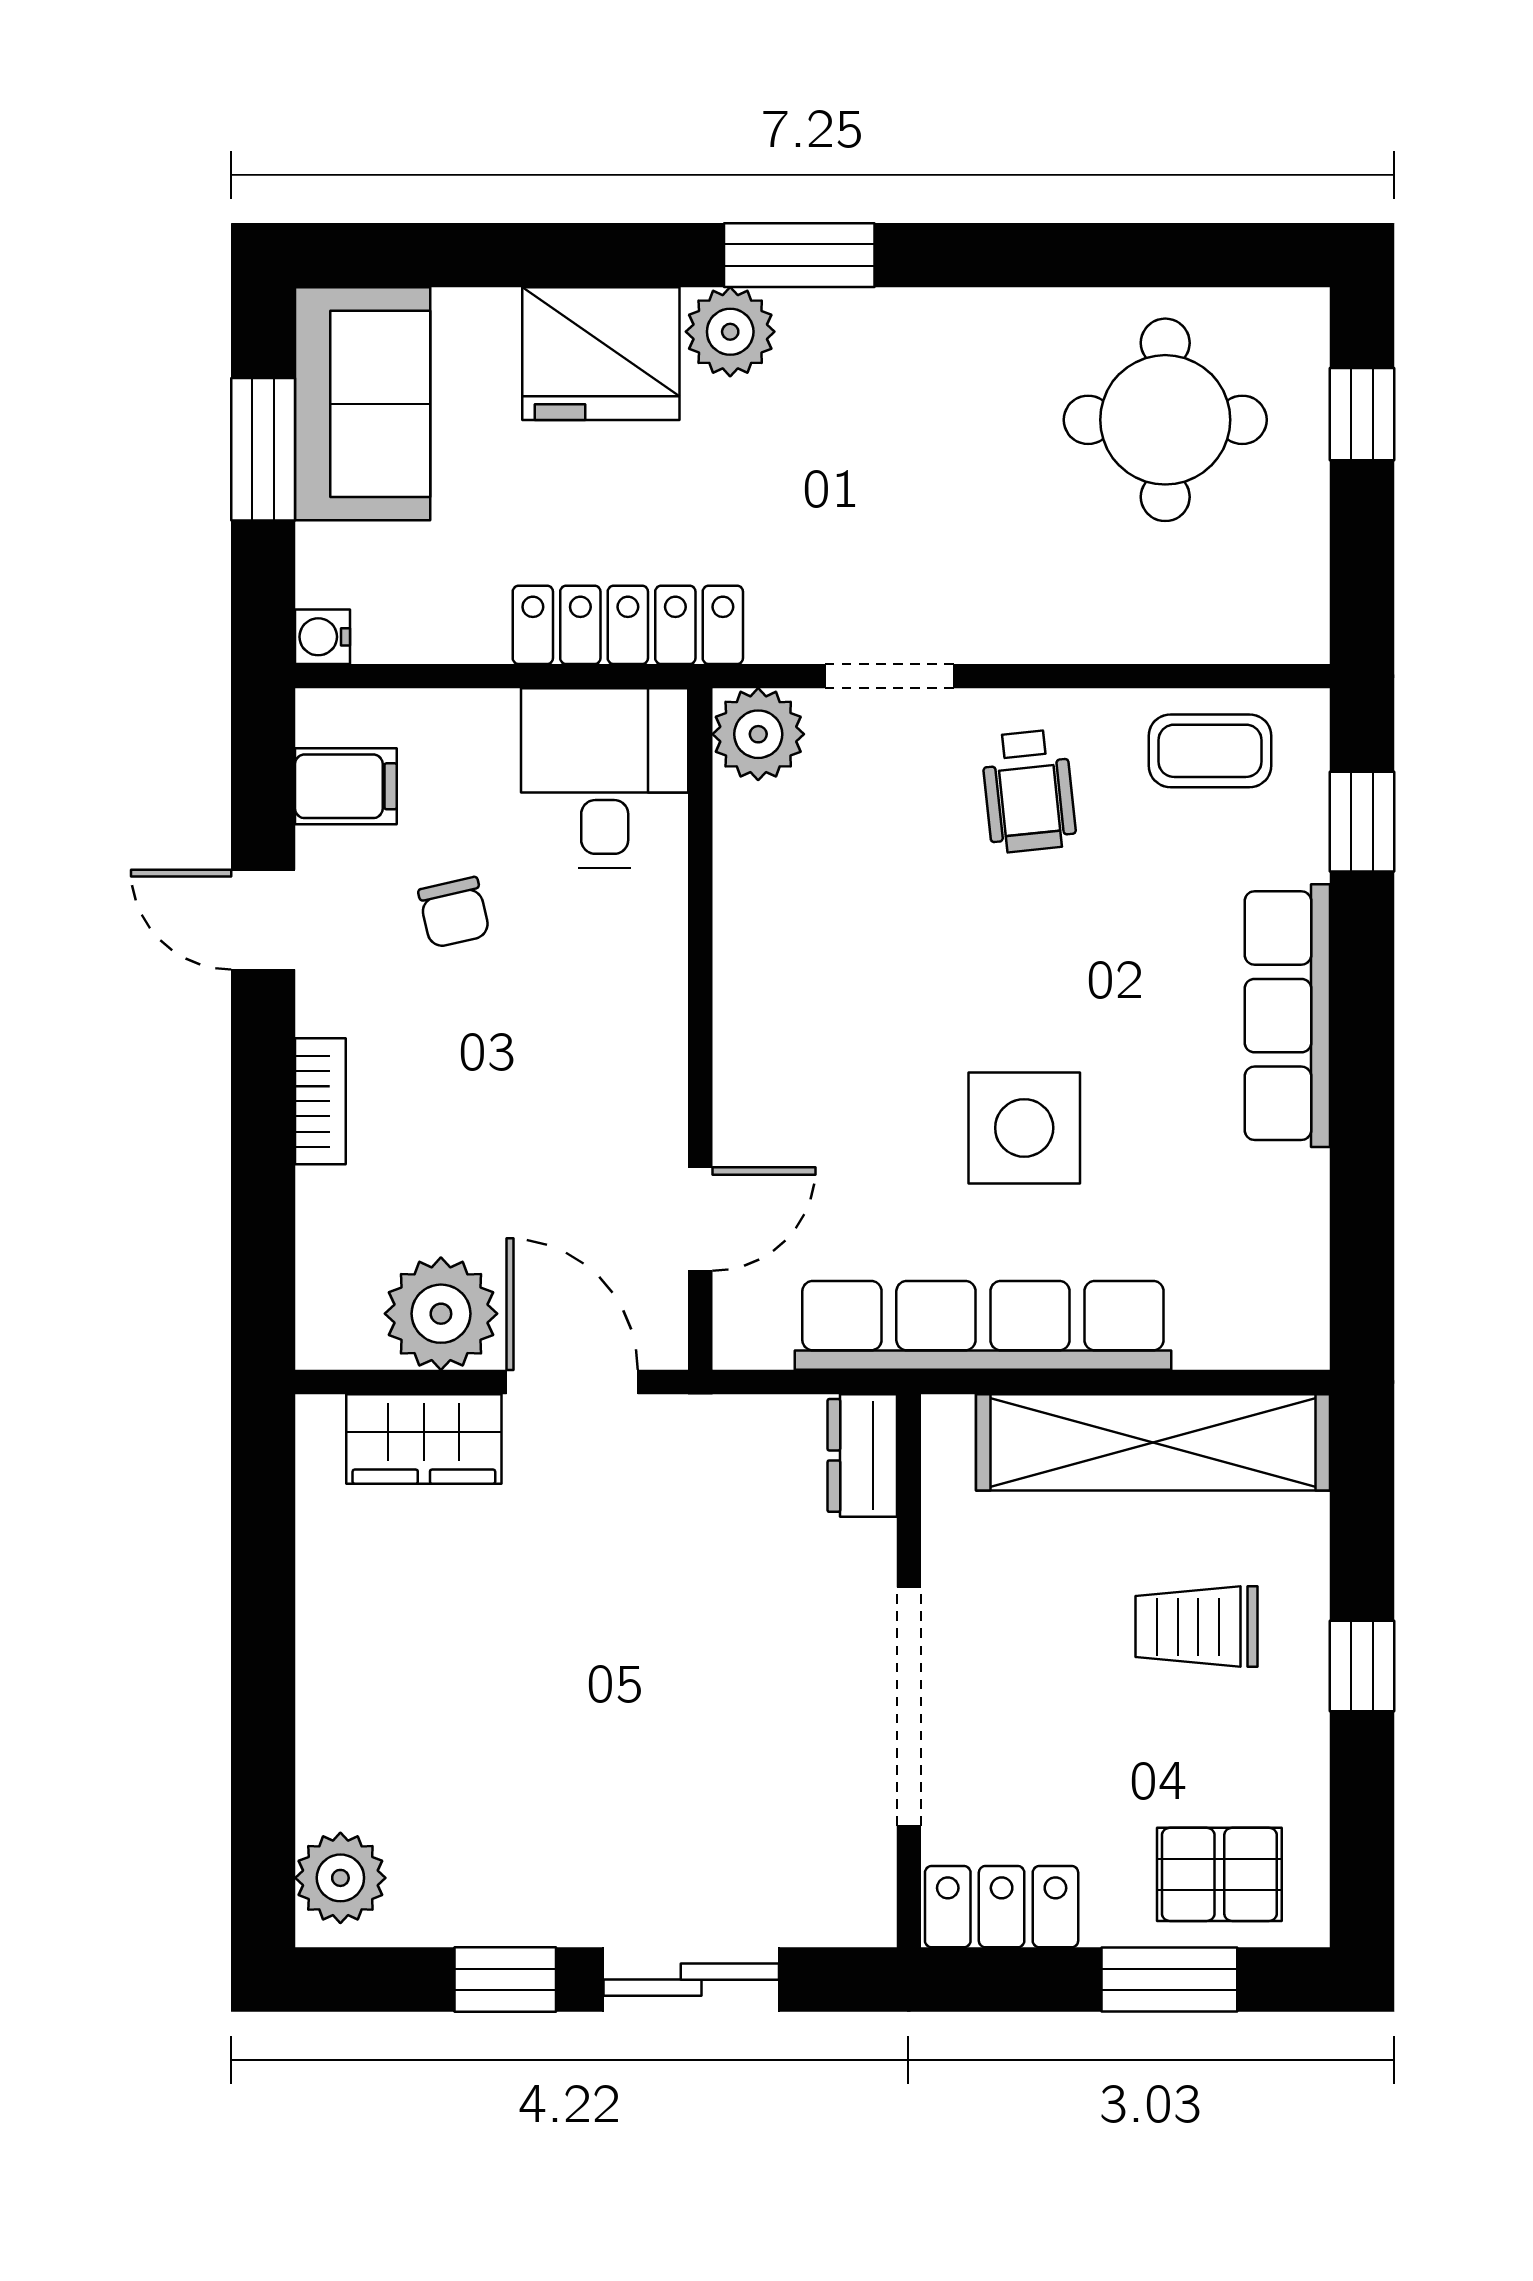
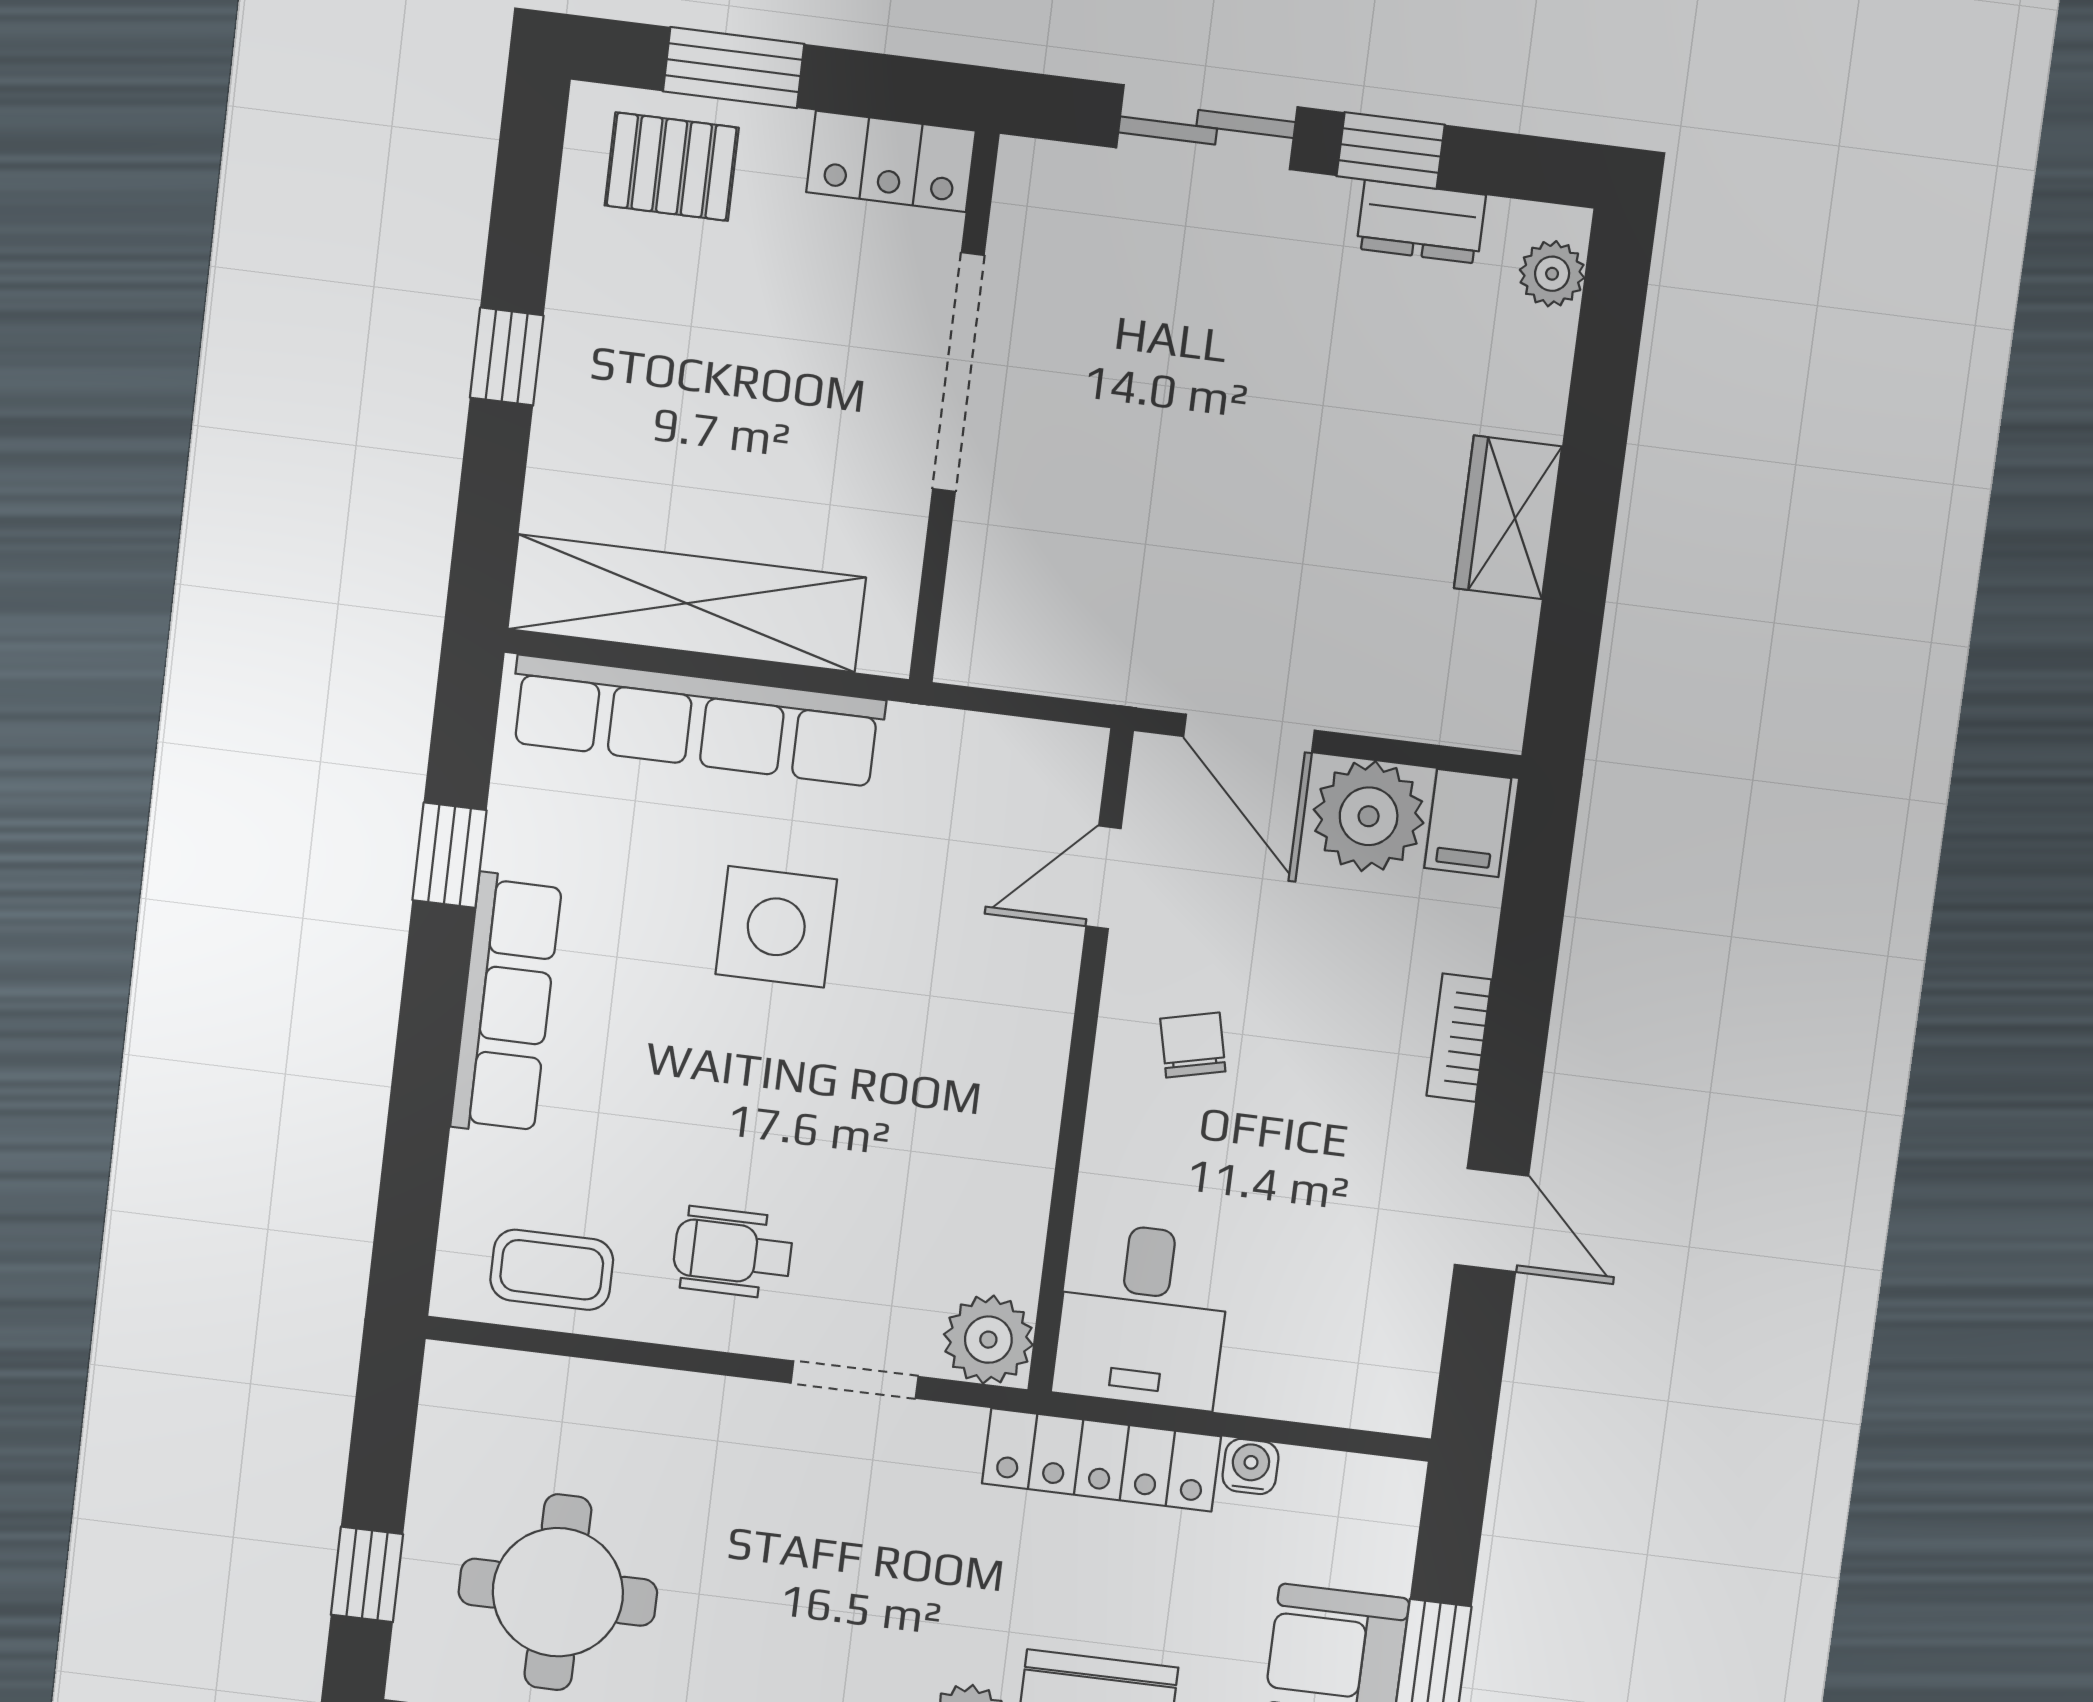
water cooler: (323, 637) -> (1250, 1467), moved, turned -90
filing cabinet: (346, 786) -> (1468, 823), moved, turned -90
wheelchair: (1029, 791) -> (733, 1253), turned -84
window: (1362, 822) -> (449, 855), moved
chair: (454, 912) -> (1193, 1045), moved
row of seats: (983, 1325) -> (697, 721), moved
wardrobe: (424, 1439) -> (1508, 517), moved, turned -90
dresser: (862, 1455) -> (1421, 222), moved, turned 90
trolley: (1197, 1627) -> (665, 416), removed
plant: (340, 1878) -> (1552, 274), width x0.73, depth x0.73

